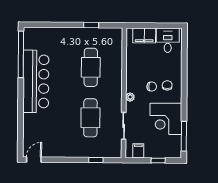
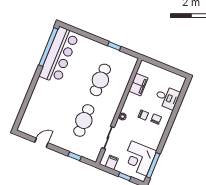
filing cabinet: (144, 35) -> (138, 85), moved, turned -90
desk: (168, 40) -> (167, 97), moved, turned 90
bar counter: (36, 81) -> (59, 55), moved
corner desk: (166, 119) -> (139, 158), moved
door: (34, 160) -> (41, 143), moved

